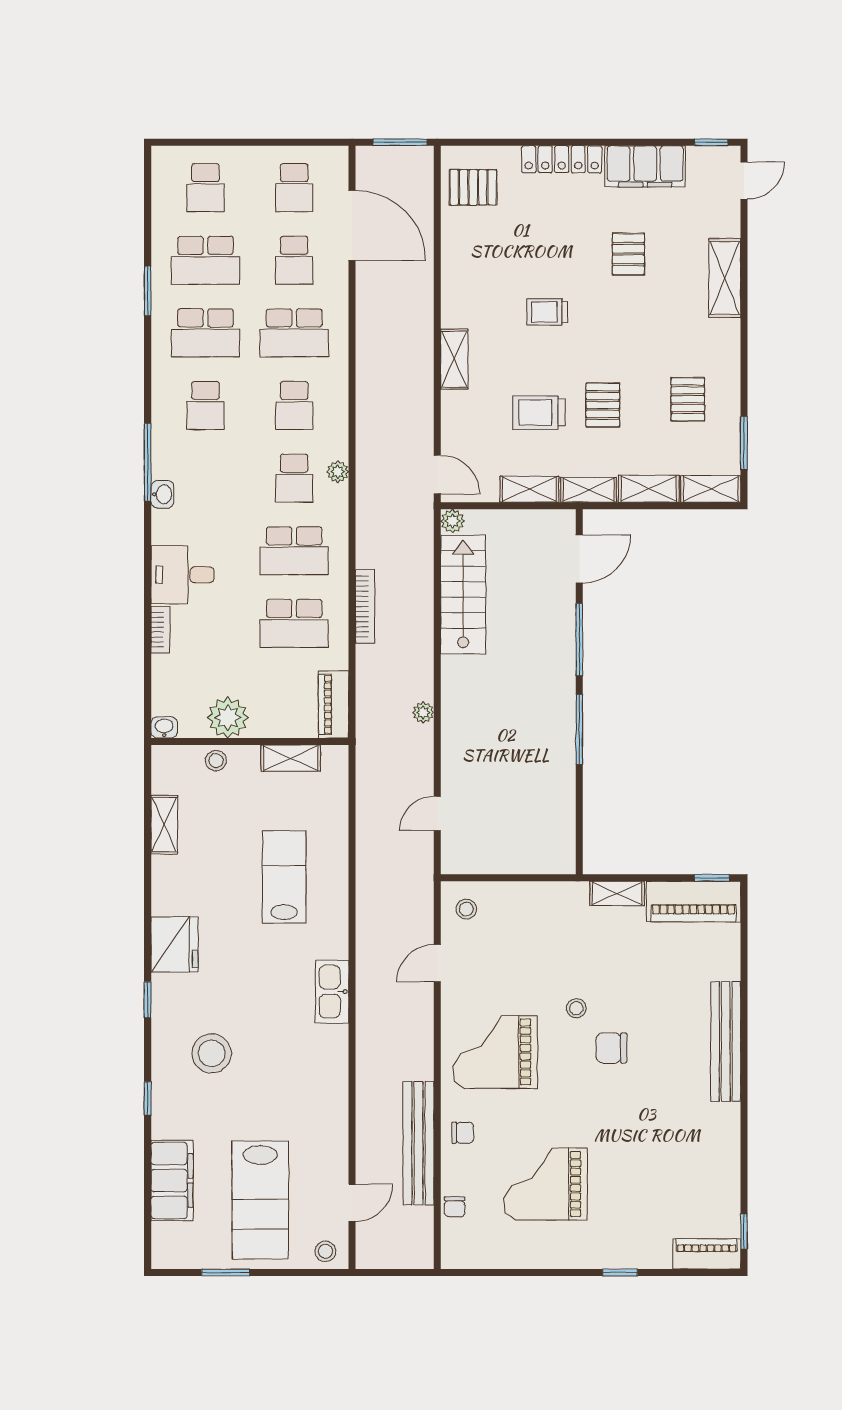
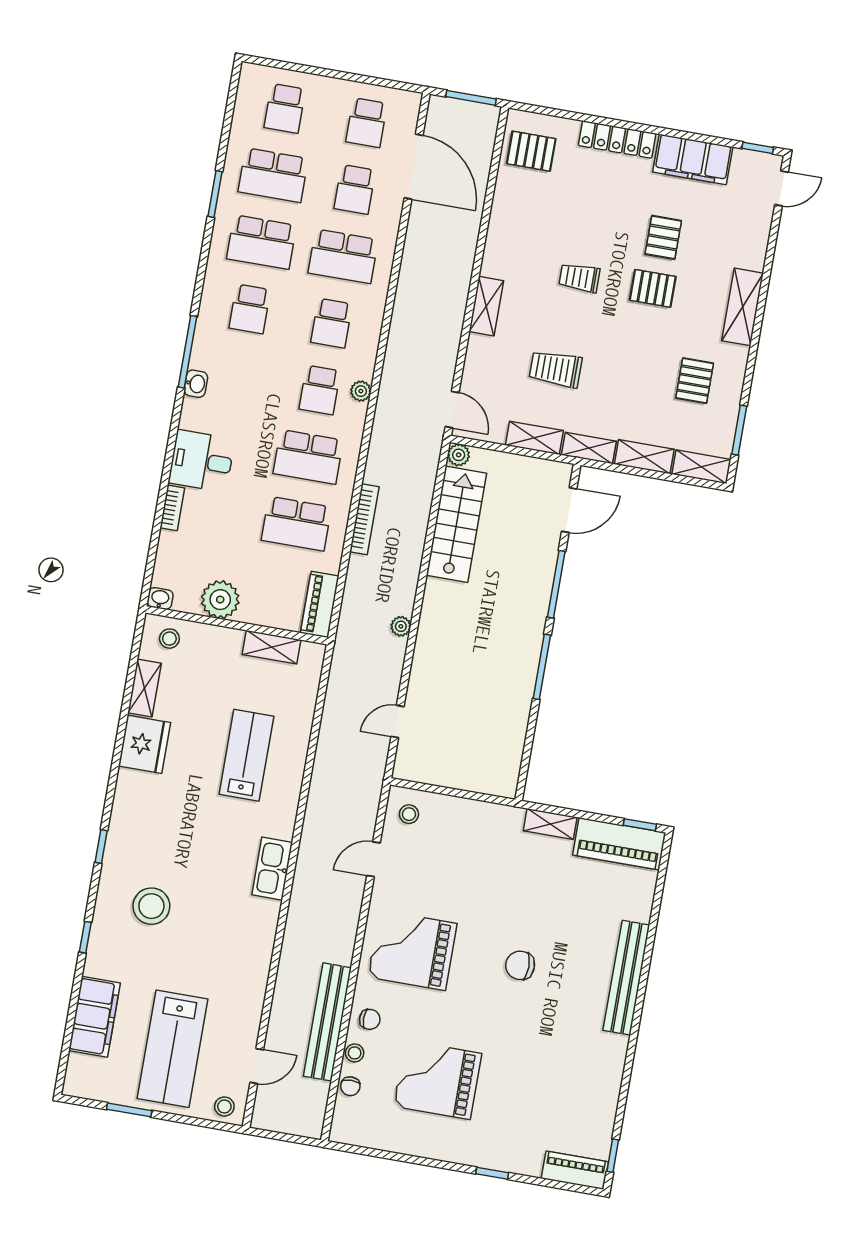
shelving: (725, 278) -> (743, 307), moved
pallet: (603, 405) -> (653, 288), moved, turned 90
stool: (216, 761) -> (169, 639), moved
fridge: (175, 944) -> (144, 744), moved
stool: (576, 1008) -> (355, 1053), moved

